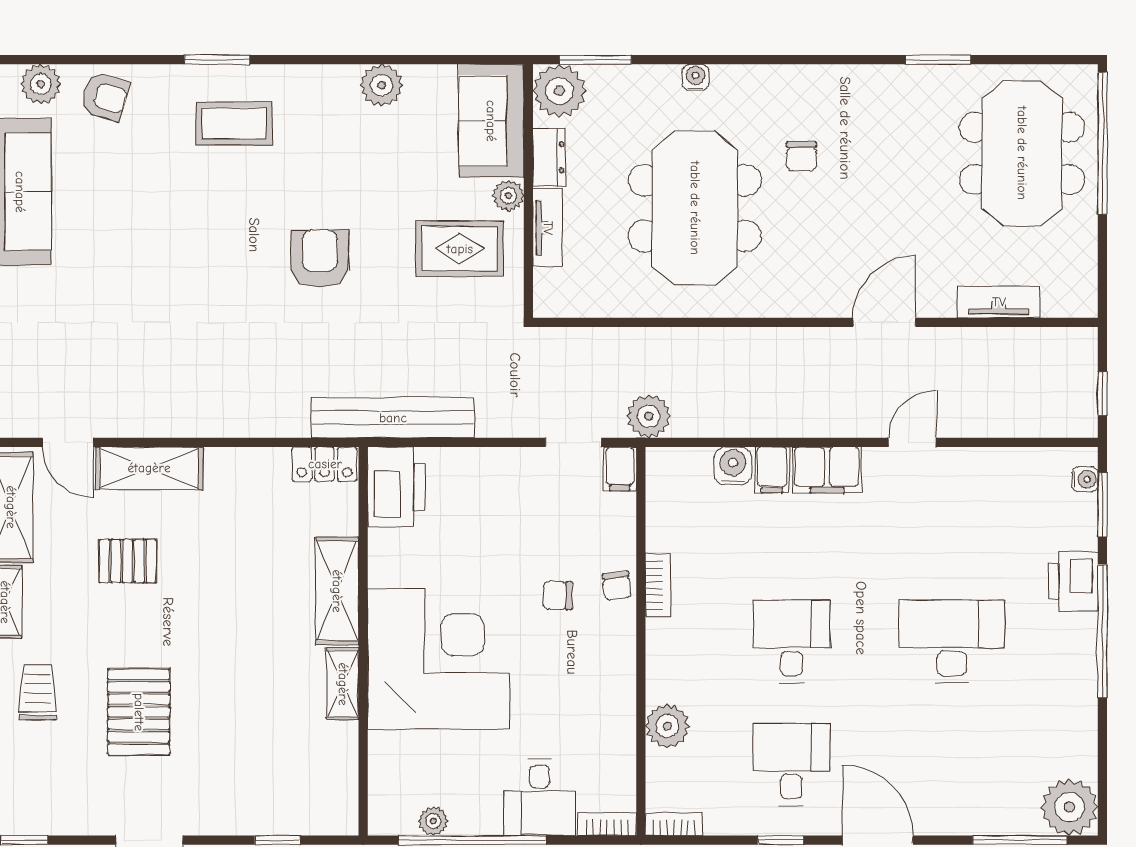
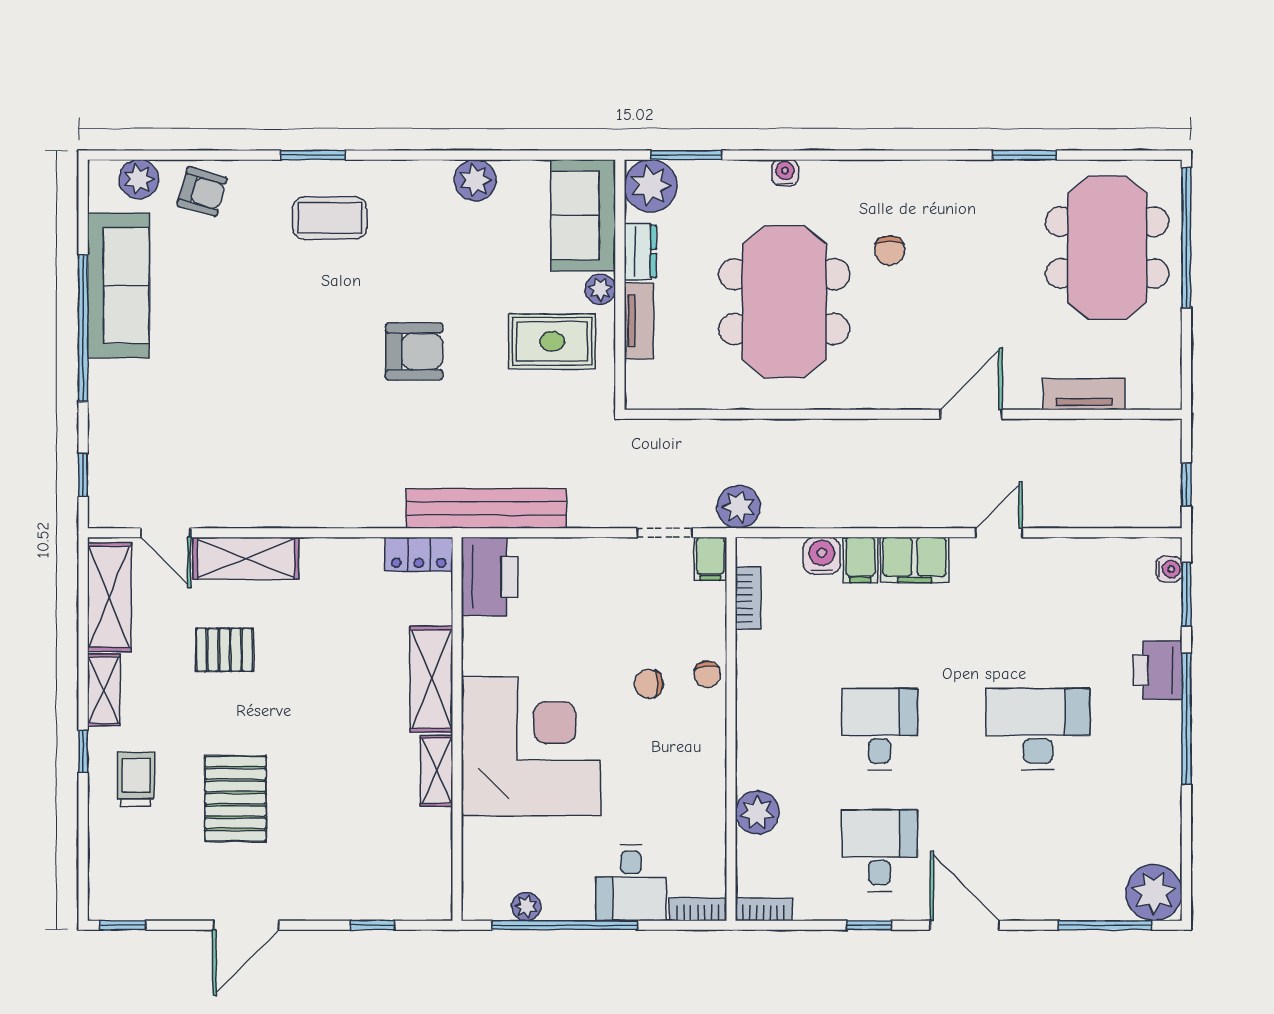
armchair: (320, 259) -> (414, 351), turned 90
bookcase: (658, 585) -> (748, 598), moved

